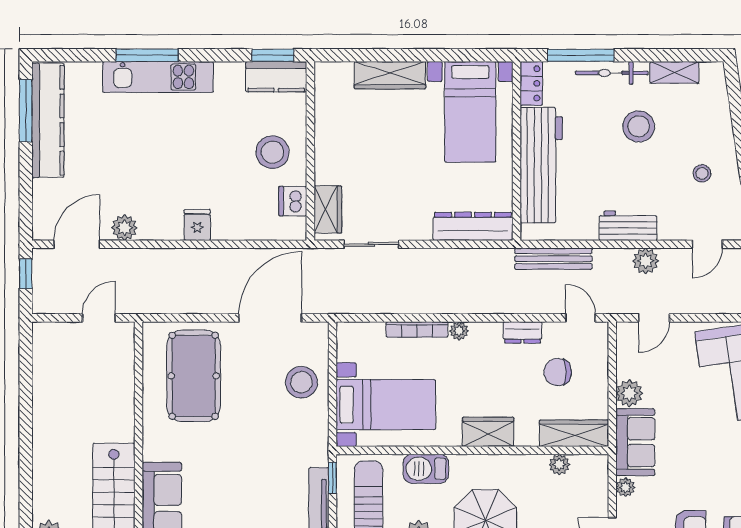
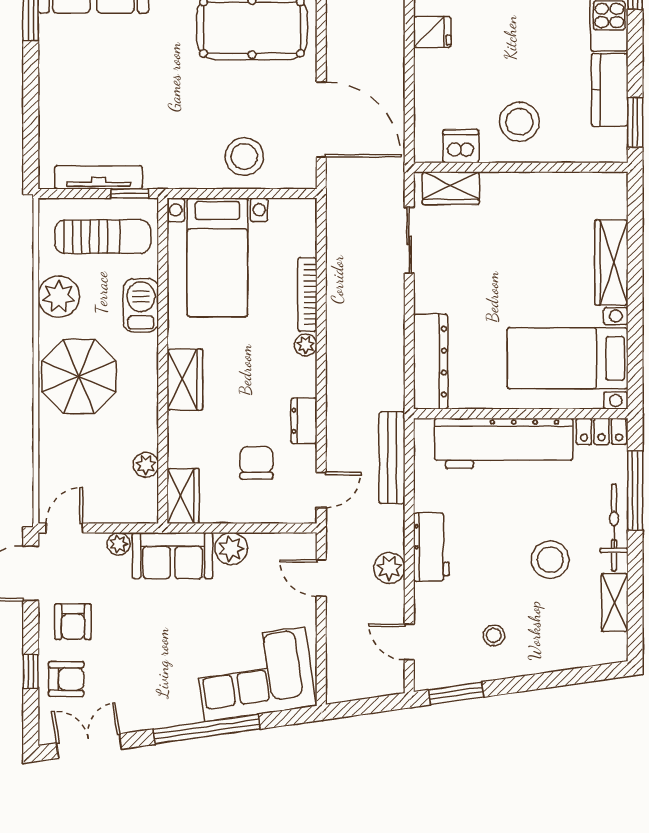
kitchen counter: (276, 77) -> (610, 90), moved
wardrobe: (574, 433) -> (183, 496), width x0.67

